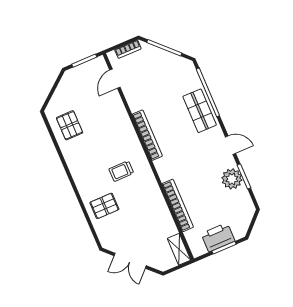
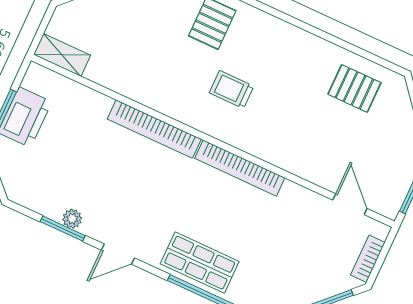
trolley: (121, 171) -> (231, 90), turned -90
plant: (232, 179) -> (72, 219), width x0.53, depth x0.53
bookcase: (178, 205) -> (154, 129), moved

